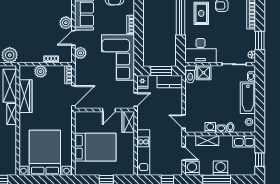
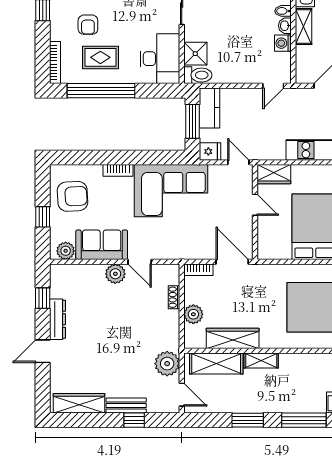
plant: (80, 53) -> (164, 250), removed
shelving: (207, 140) -> (304, 26), moved

